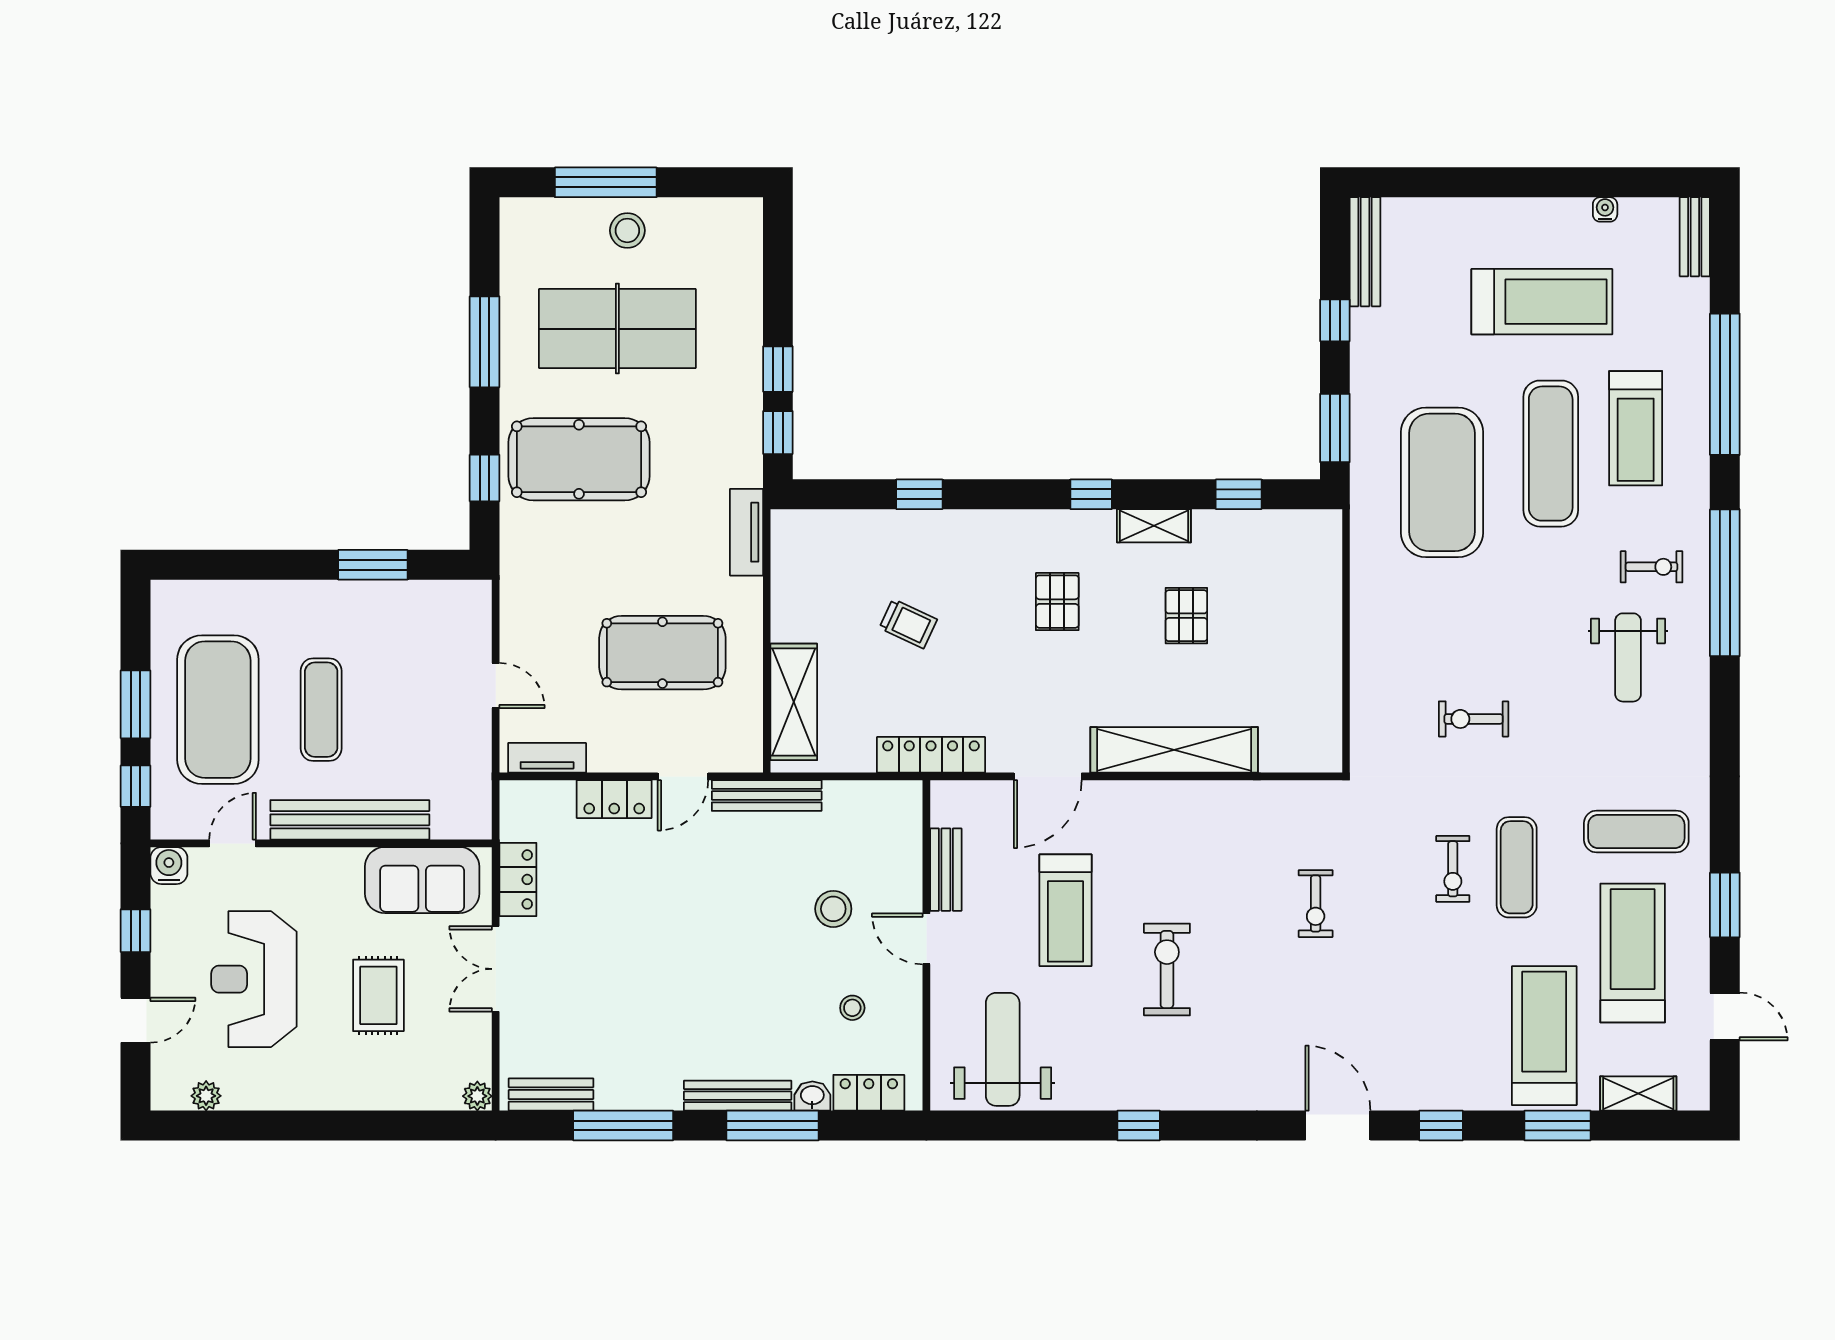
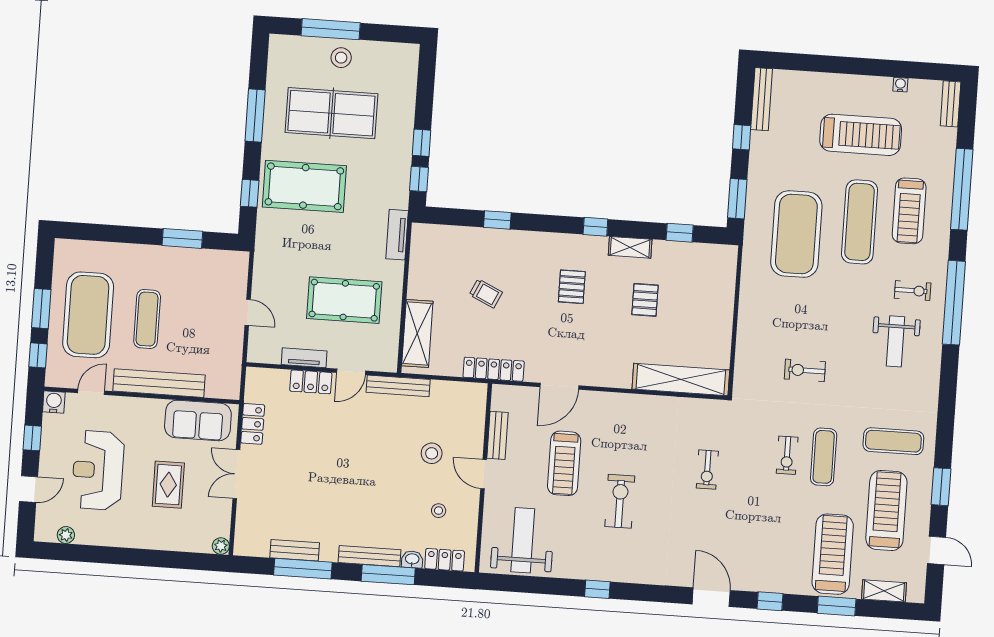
shelving: (1174, 750) -> (681, 379), moved
tv unit: (547, 758) -> (304, 358), moved
bench: (551, 1094) -> (295, 550), moved

